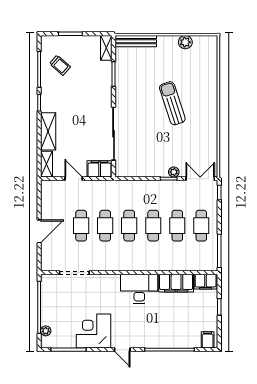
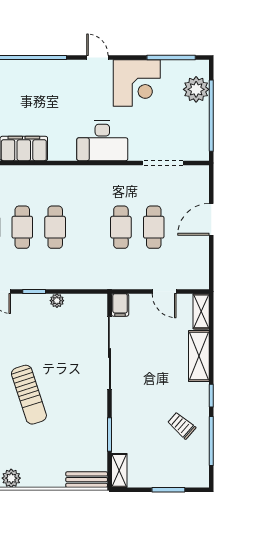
bench: (136, 41) -> (87, 480), width x0.73
trolley: (60, 65) -> (182, 425), moved
filing cabinet: (100, 169) -> (120, 305), width x0.50
plant: (174, 172) -> (57, 301), moved
cafe table: (129, 226) -> (88, 227), removed
desk: (139, 289) -> (102, 141), moved
plant: (46, 331) -> (196, 89), width x1.88, depth x1.88

